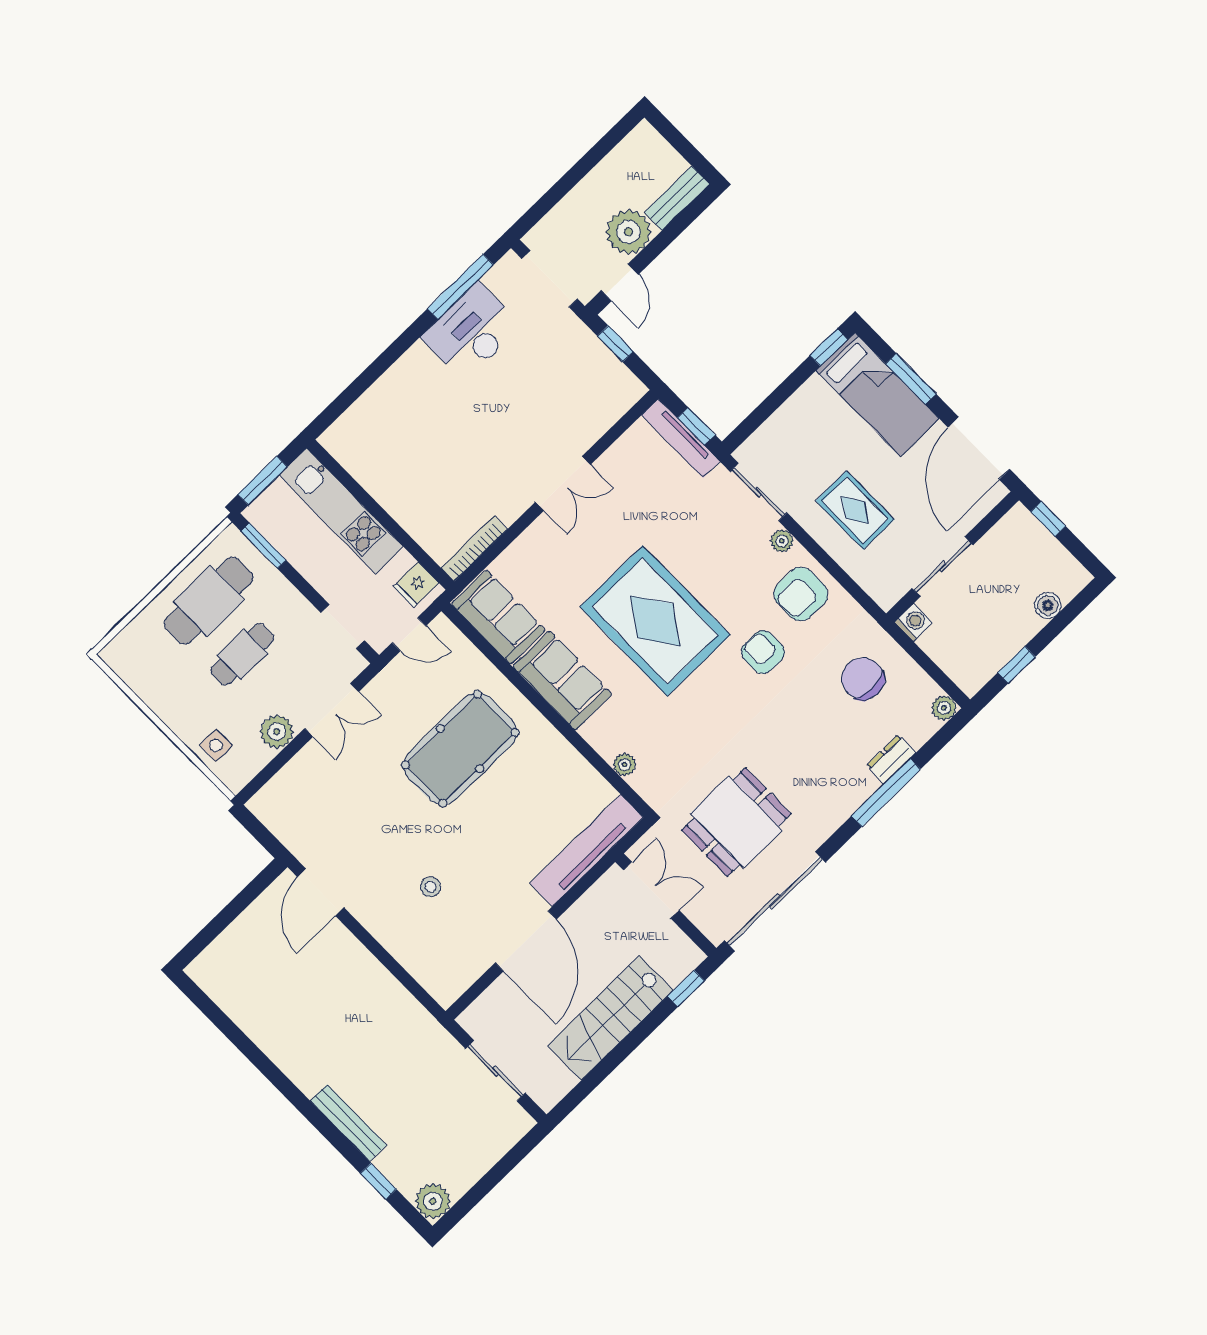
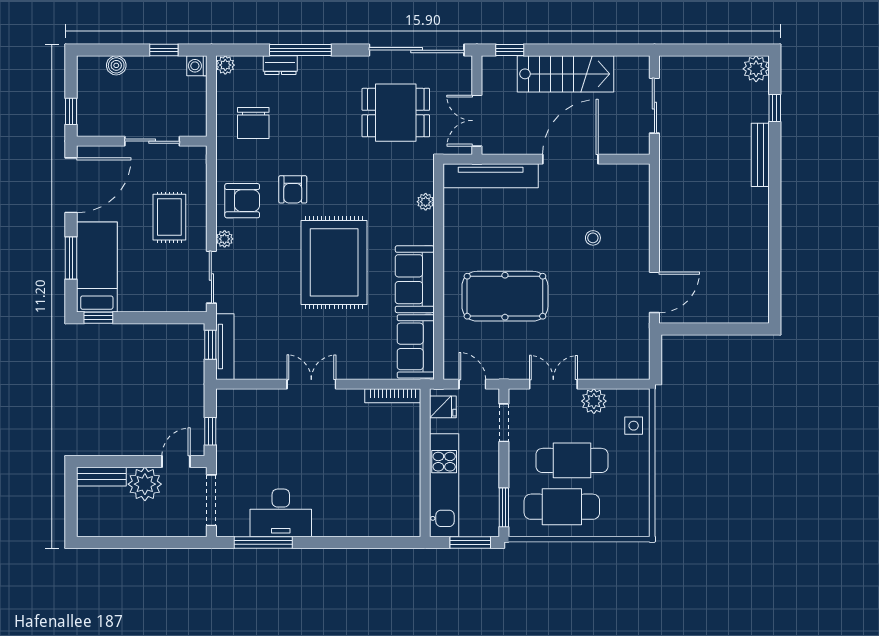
washing machine: (913, 622) -> (197, 66), moved
cafe table: (242, 654) -> (572, 460), width x1.37, depth x1.35

